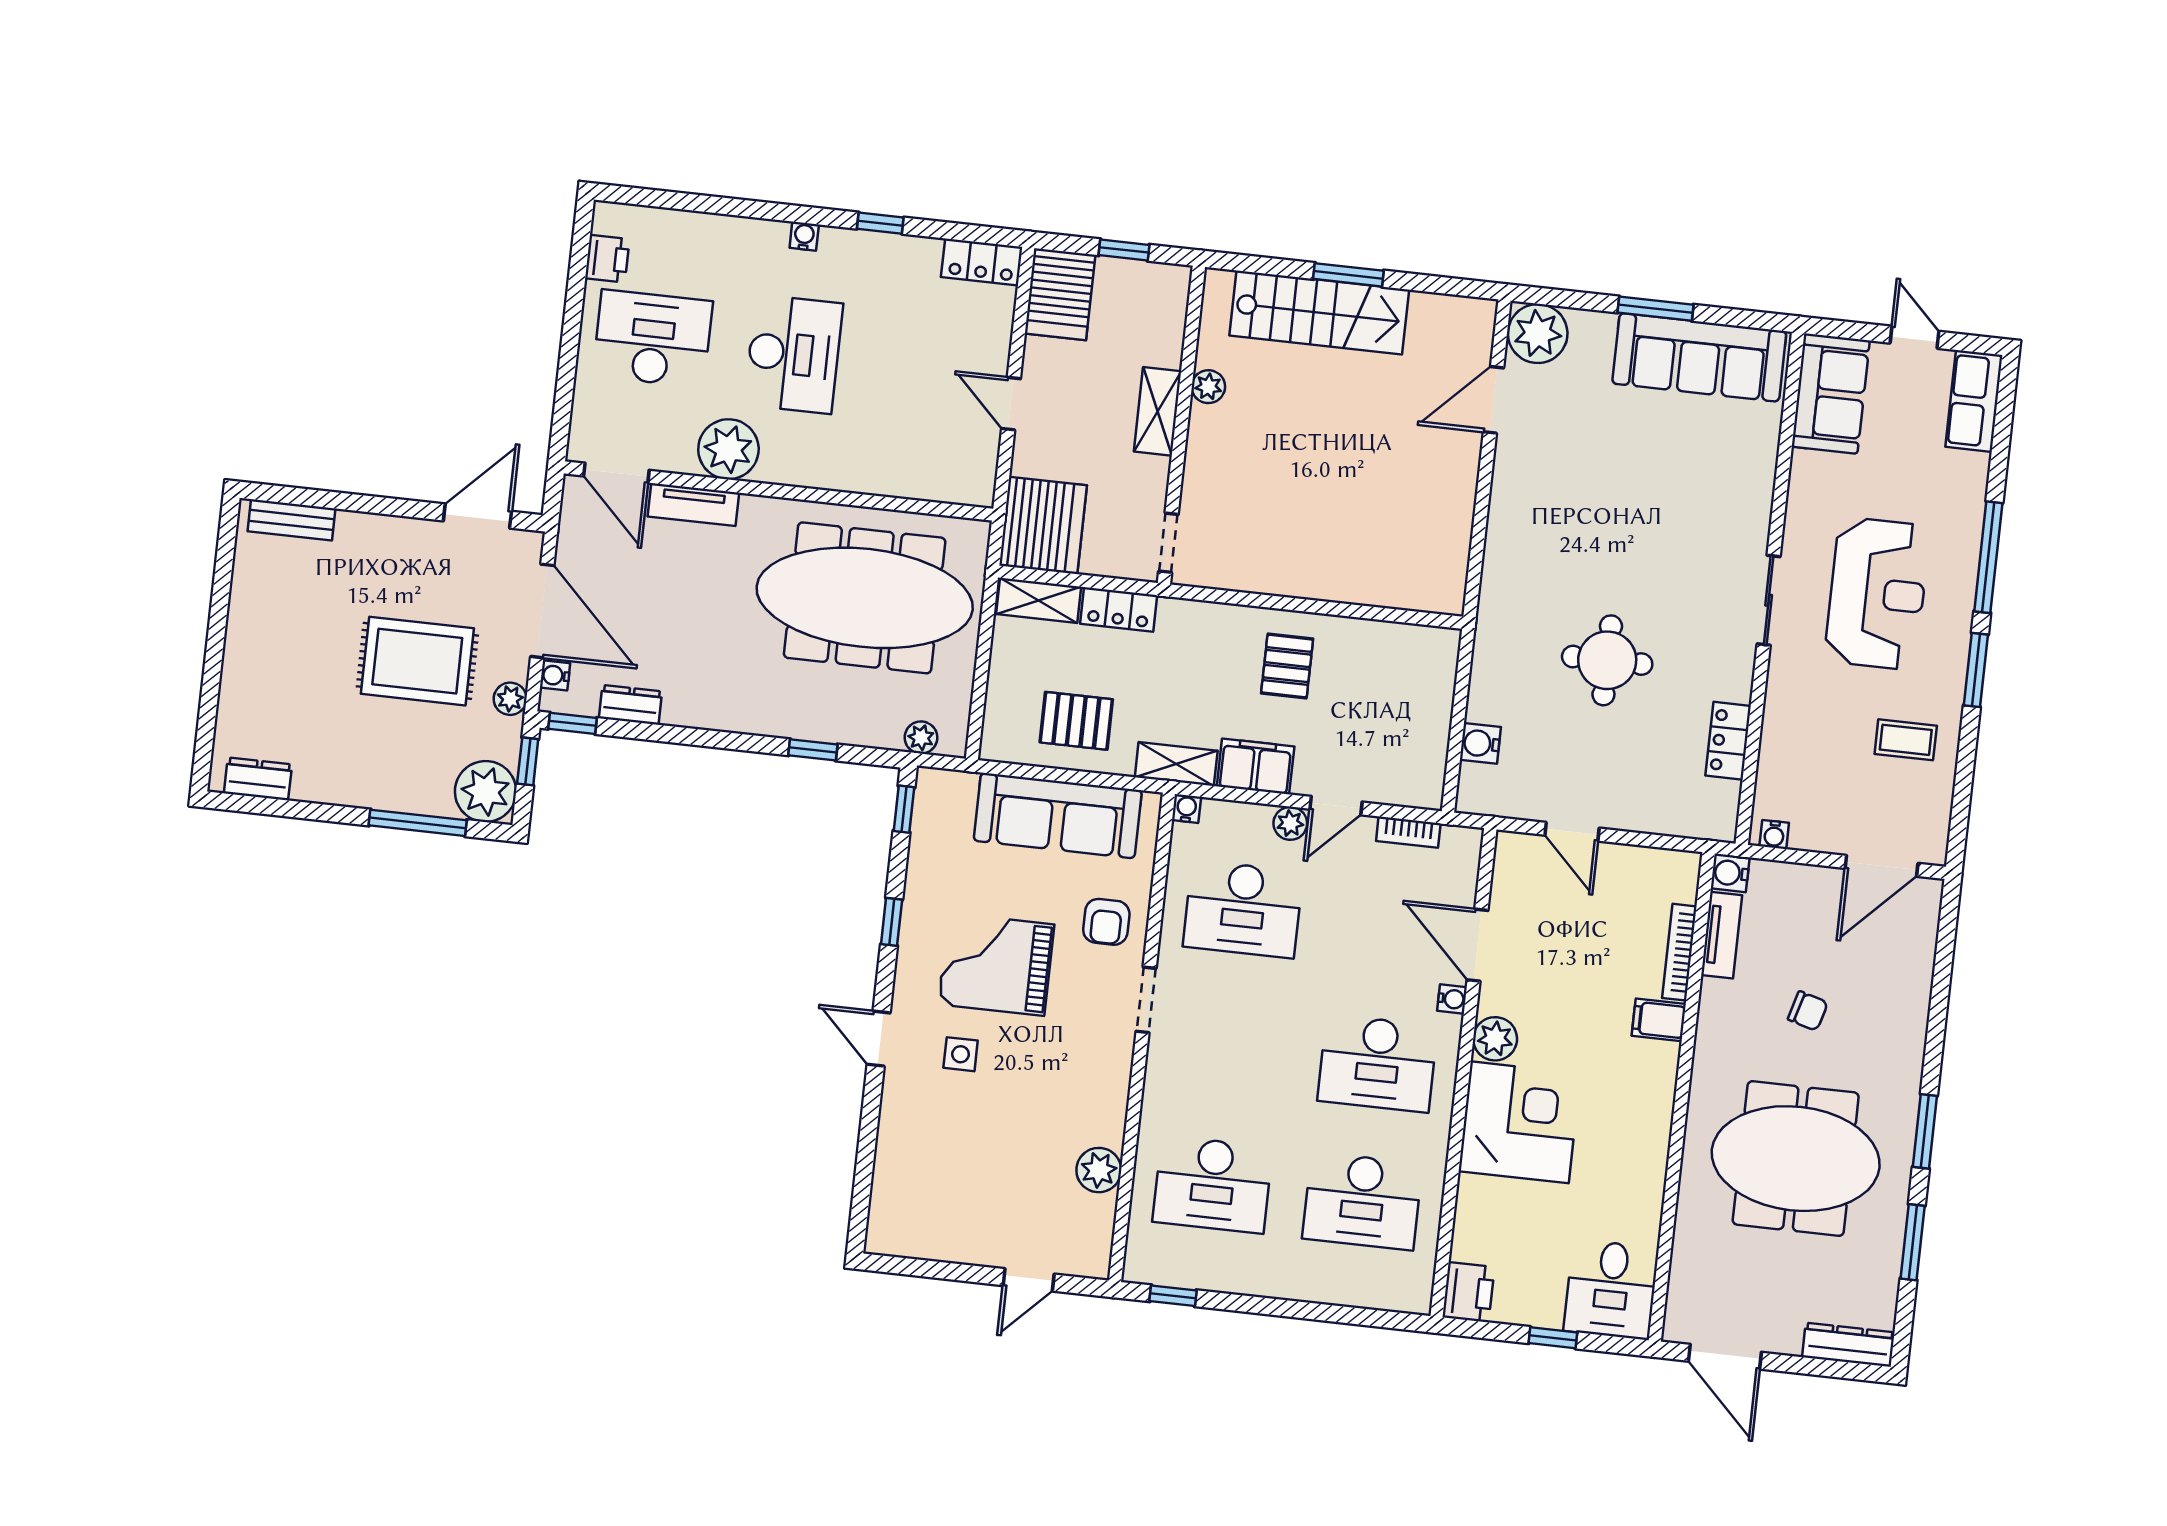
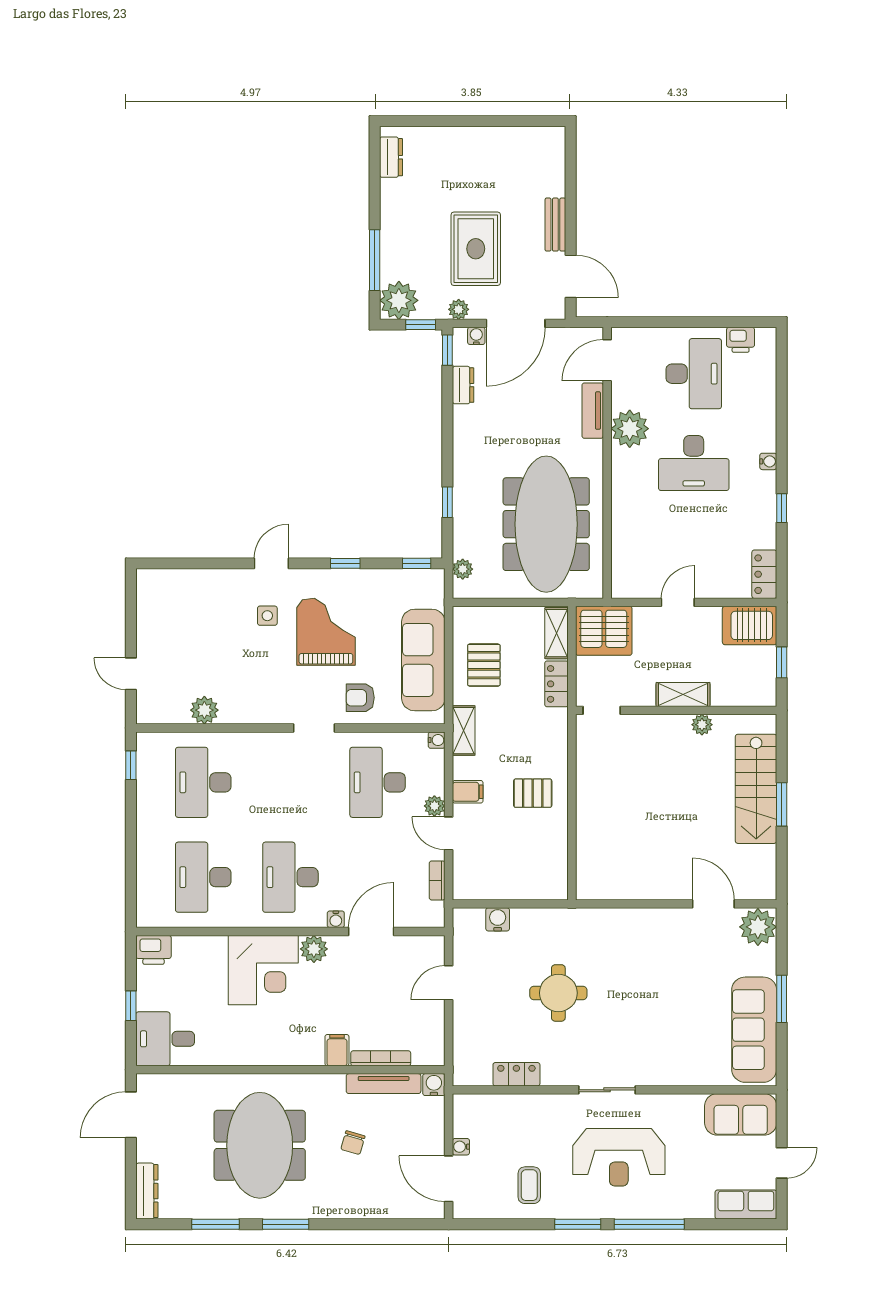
bench: (291, 520) -> (555, 225), moved
filing cabinet: (1256, 766) -> (468, 792), width x0.50
water cooler: (1774, 835) -> (461, 1147), moved
tv unit: (1722, 935) -> (384, 1084), width x1.41

